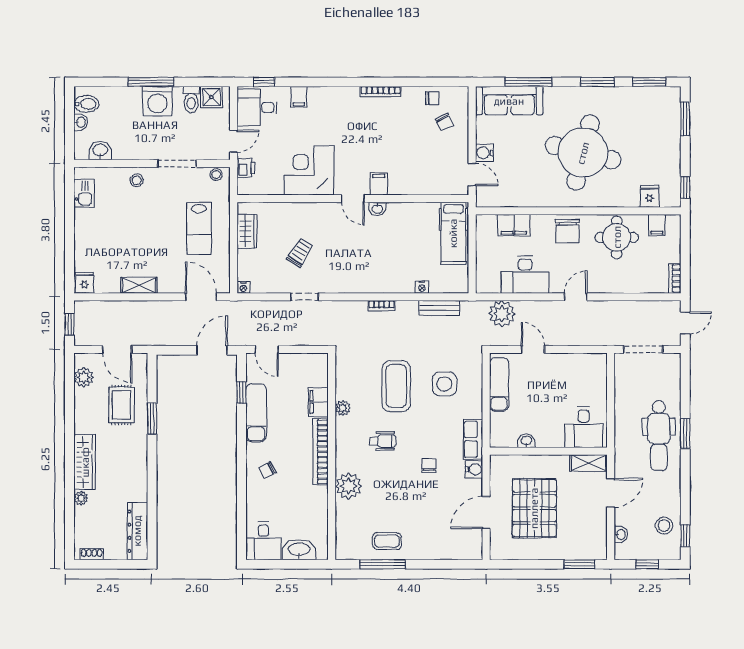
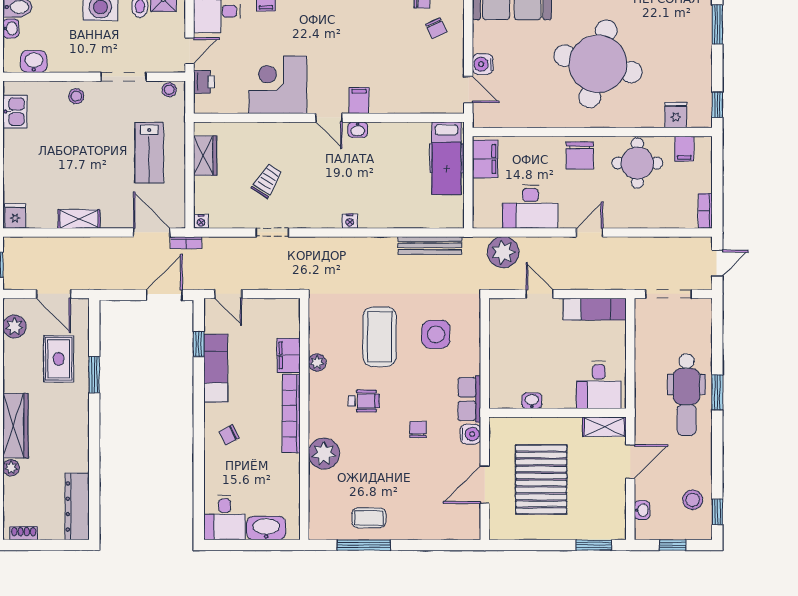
filing cabinet: (514, 225) -> (485, 159), moved, turned -90
nightstand: (422, 287) -> (350, 221), moved
bookcase: (382, 306) -> (186, 243), moved
bench: (439, 308) -> (430, 245), width x1.36
exam couch: (499, 384) -> (595, 309), moved, turned 90

